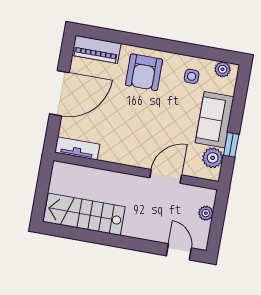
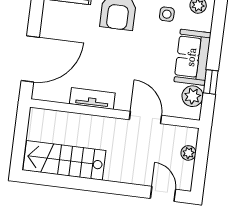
door: (59, 93) -> (30, 59), moved
tv unit: (77, 148) -> (92, 98), moved
door: (166, 176) -> (146, 118), hinge flipped

